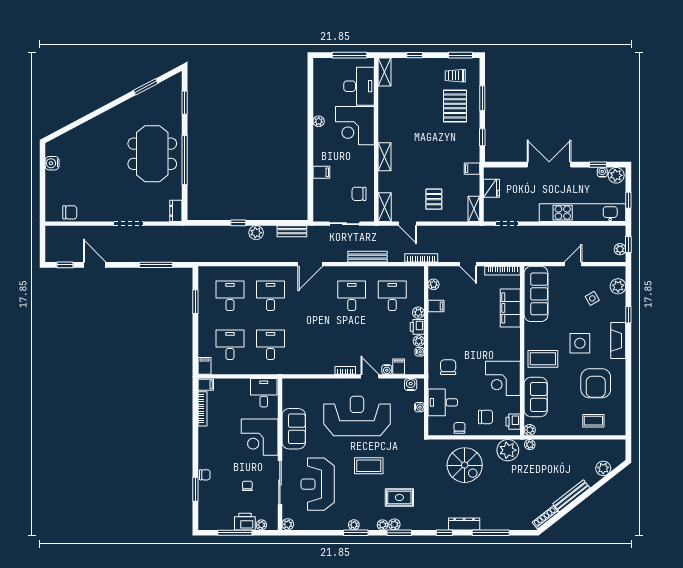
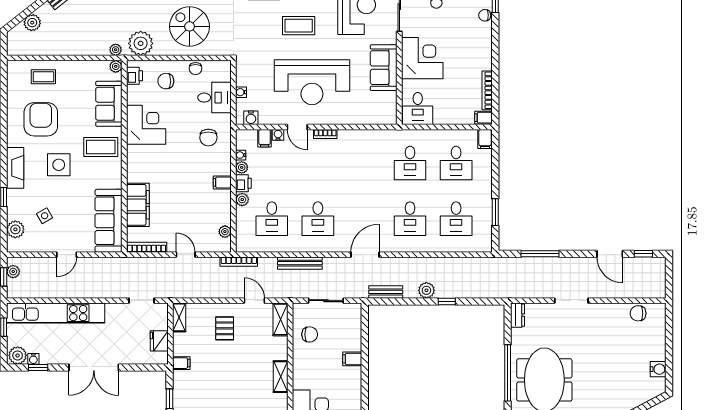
filing cabinet: (436, 306) -> (222, 182), moved

